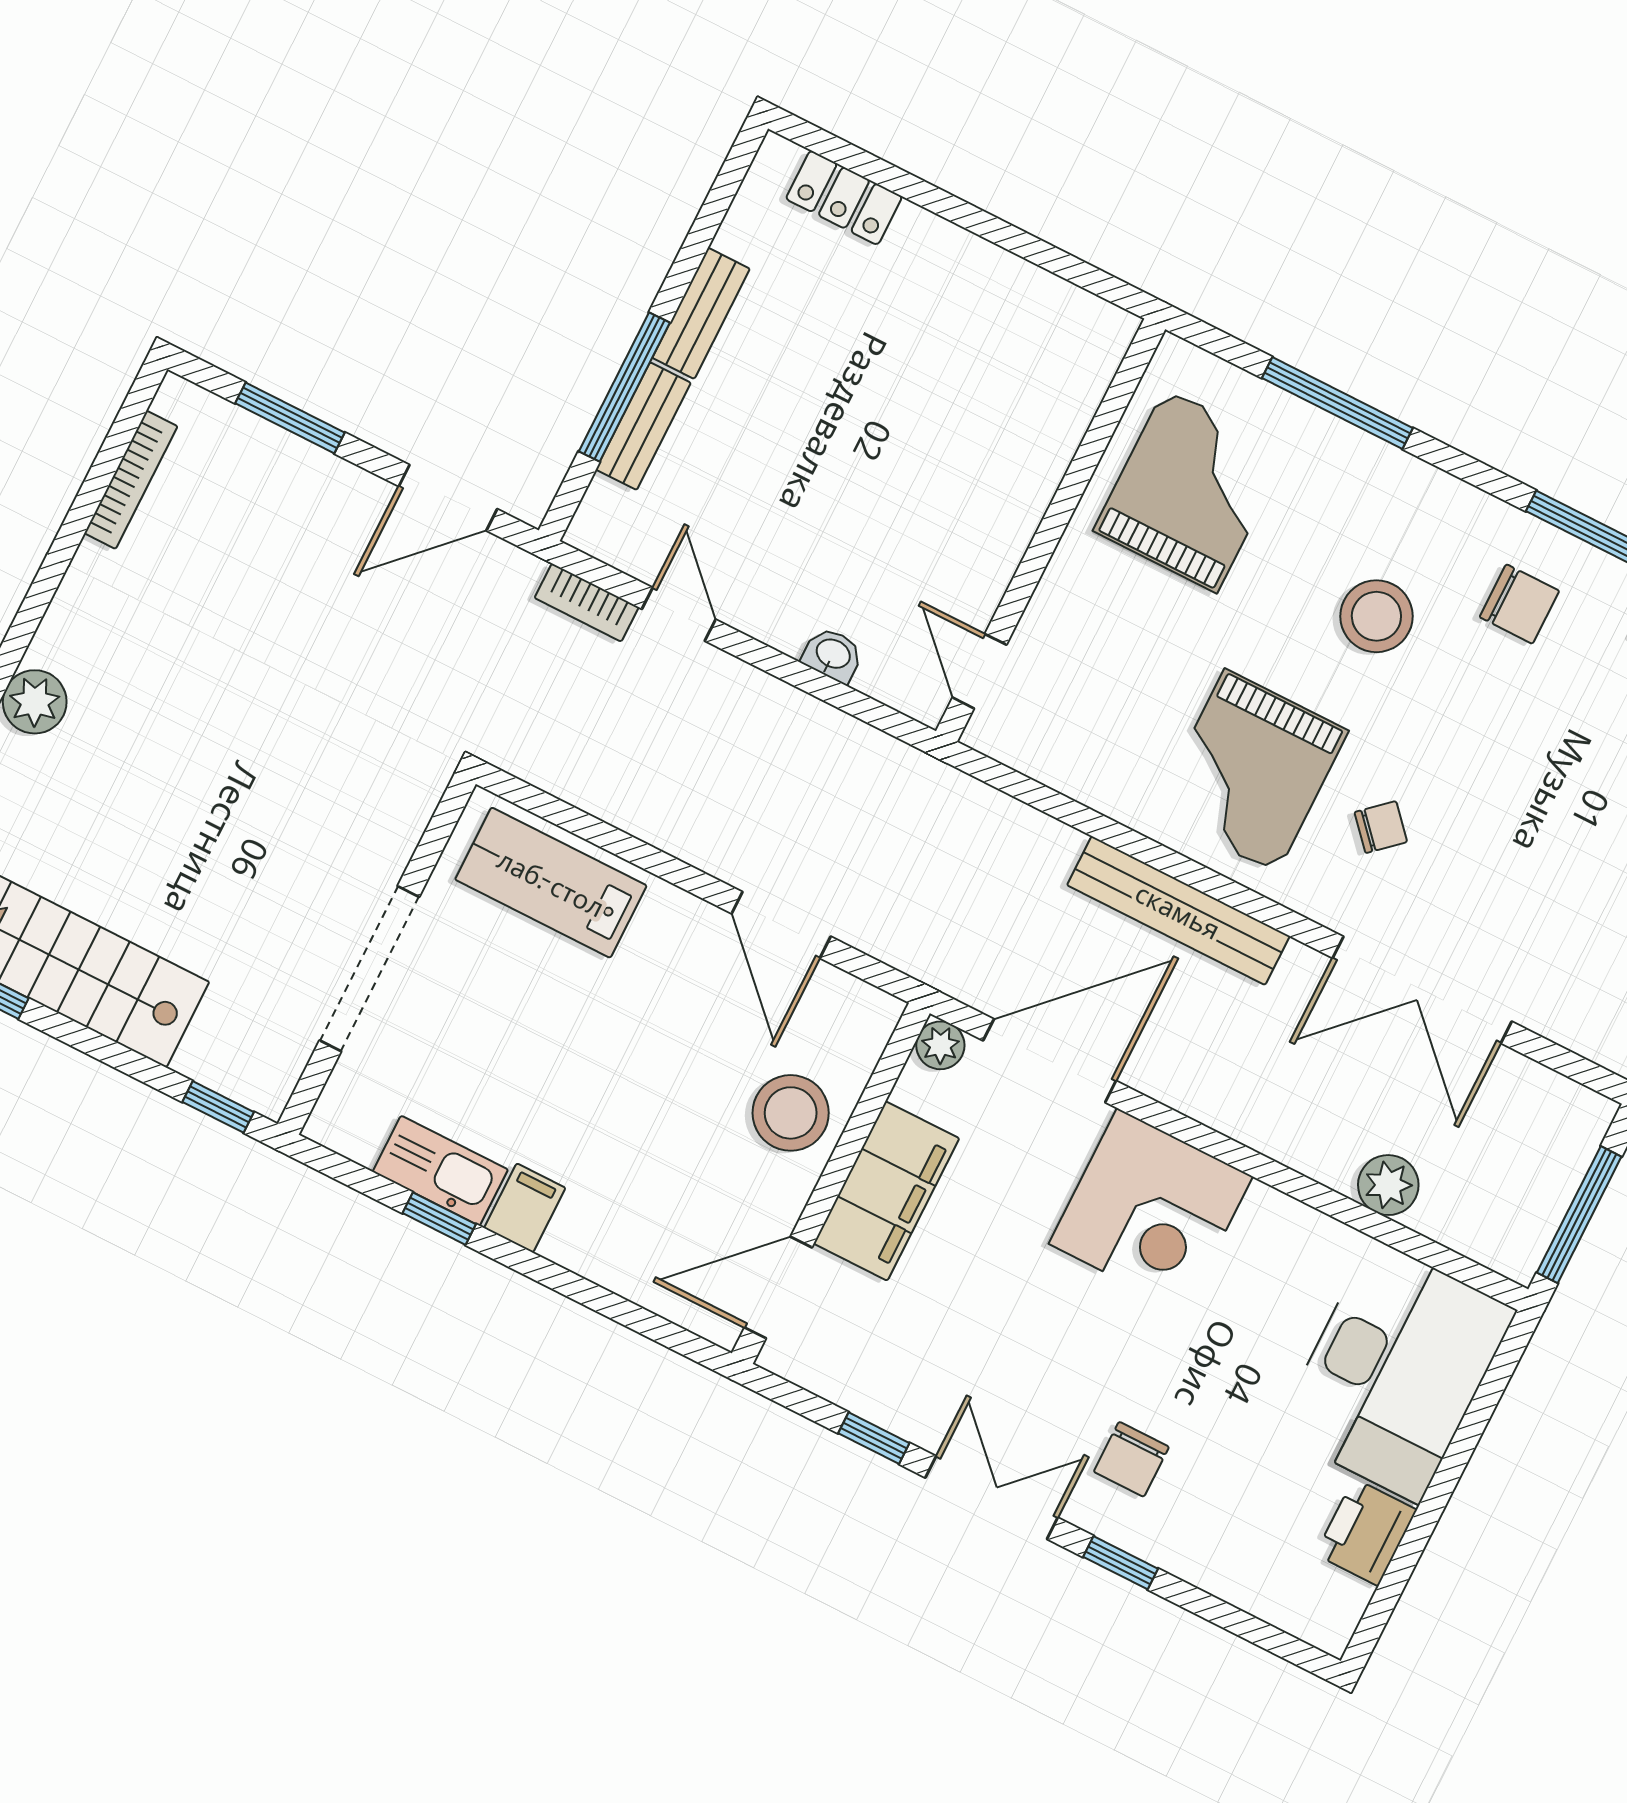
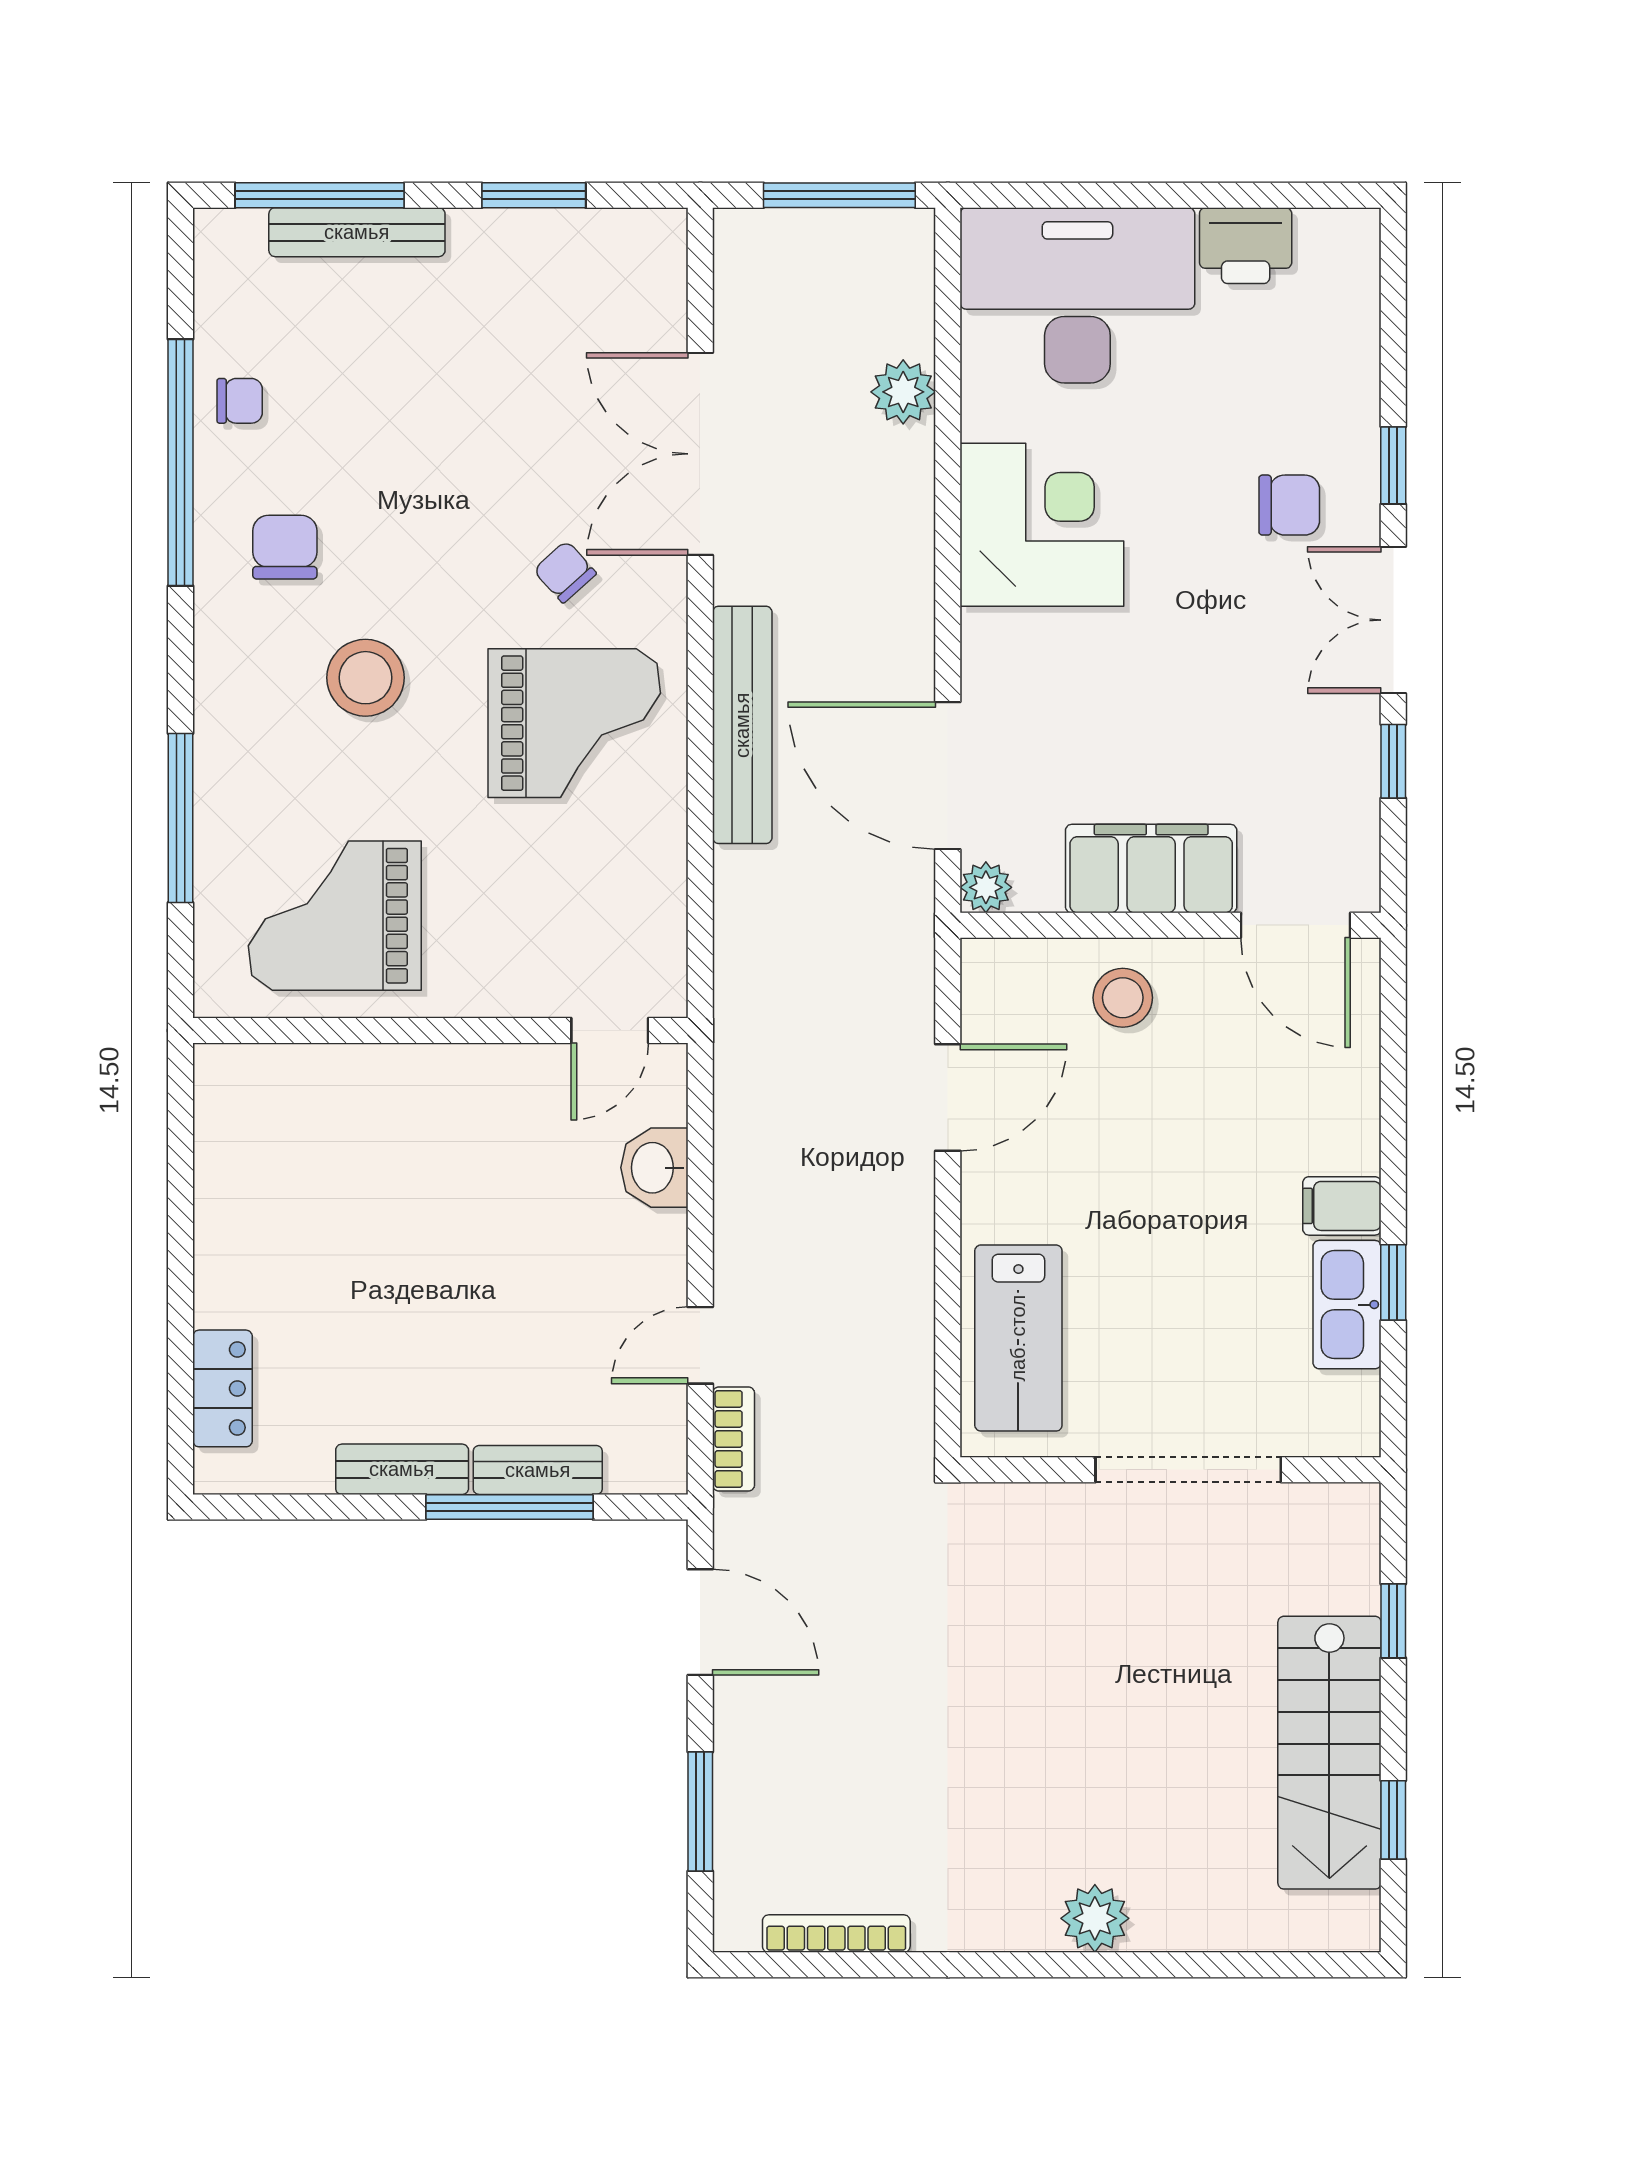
washbasin: (833, 655) -> (654, 1168), width x1.38, depth x1.45
double door: (1422, 990) -> (700, 454), swing flipped
window: (218, 1107) -> (1393, 1621), moved
stool: (791, 1113) -> (1123, 998), width x0.73, depth x0.73
corner desk: (1151, 1210) -> (1042, 525), moved

